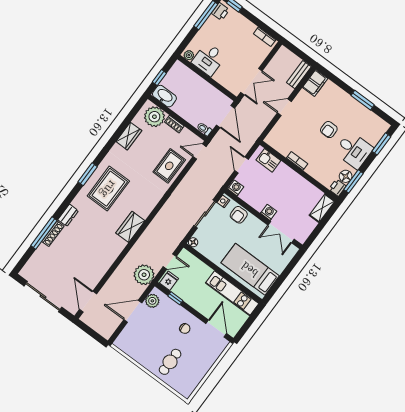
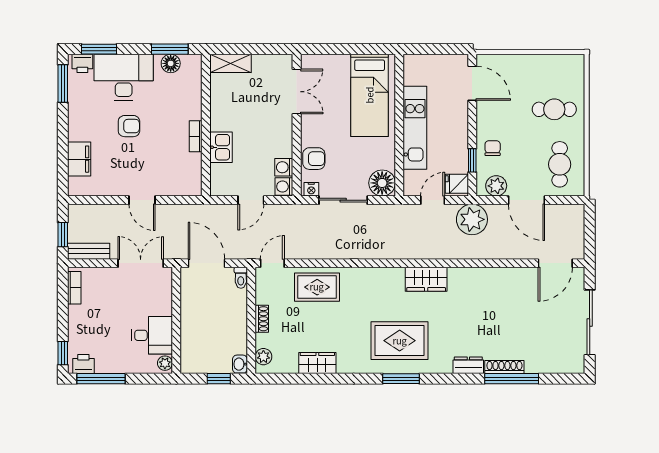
window: (297, 52) -> (63, 235), added
bench: (299, 75) -> (89, 251), moved
filing cabinet: (315, 83) -> (79, 159), moved, turned 90
washbasin: (164, 96) -> (240, 364), width x0.52, depth x0.69
window: (363, 100) -> (63, 83), moved
plant: (154, 117) -> (263, 357), width x0.53, depth x0.53
door: (225, 117) -> (206, 263), hinge flipped
desk: (354, 150) -> (124, 77), width x1.37
door: (200, 152) -> (272, 263), swing flipped
kitchen sink: (268, 160) -> (221, 147), moved
printer: (337, 188) -> (82, 63), moved
washing machine: (269, 212) -> (284, 167), moved
floor lamp: (193, 242) -> (382, 183), width x1.89, depth x1.89
door: (170, 262) -> (433, 200), hinge flipped
kitchen unit: (232, 293) -> (415, 128), moved
chair: (185, 329) -> (493, 148), moved
door: (216, 329) -> (472, 83), swing flipped
cafe table: (139, 343) -> (560, 164), added

